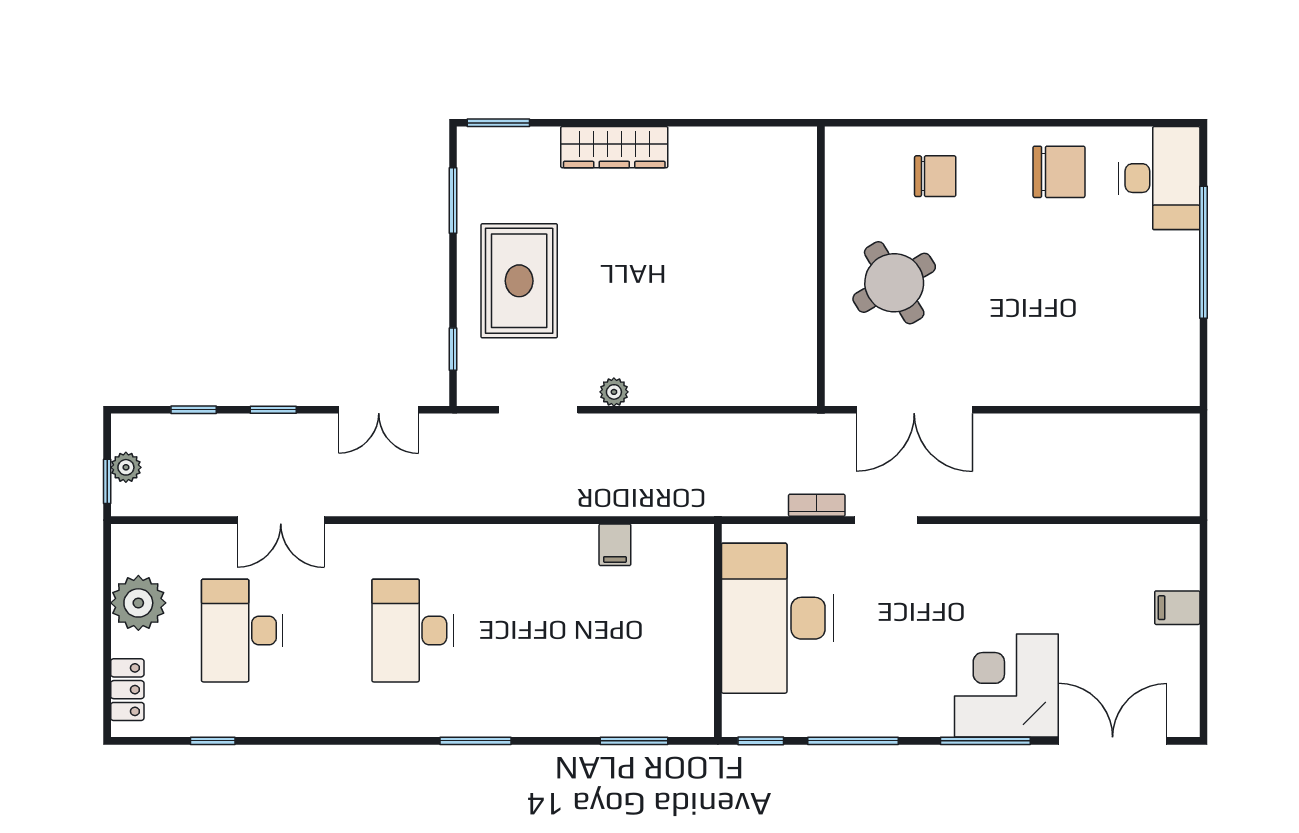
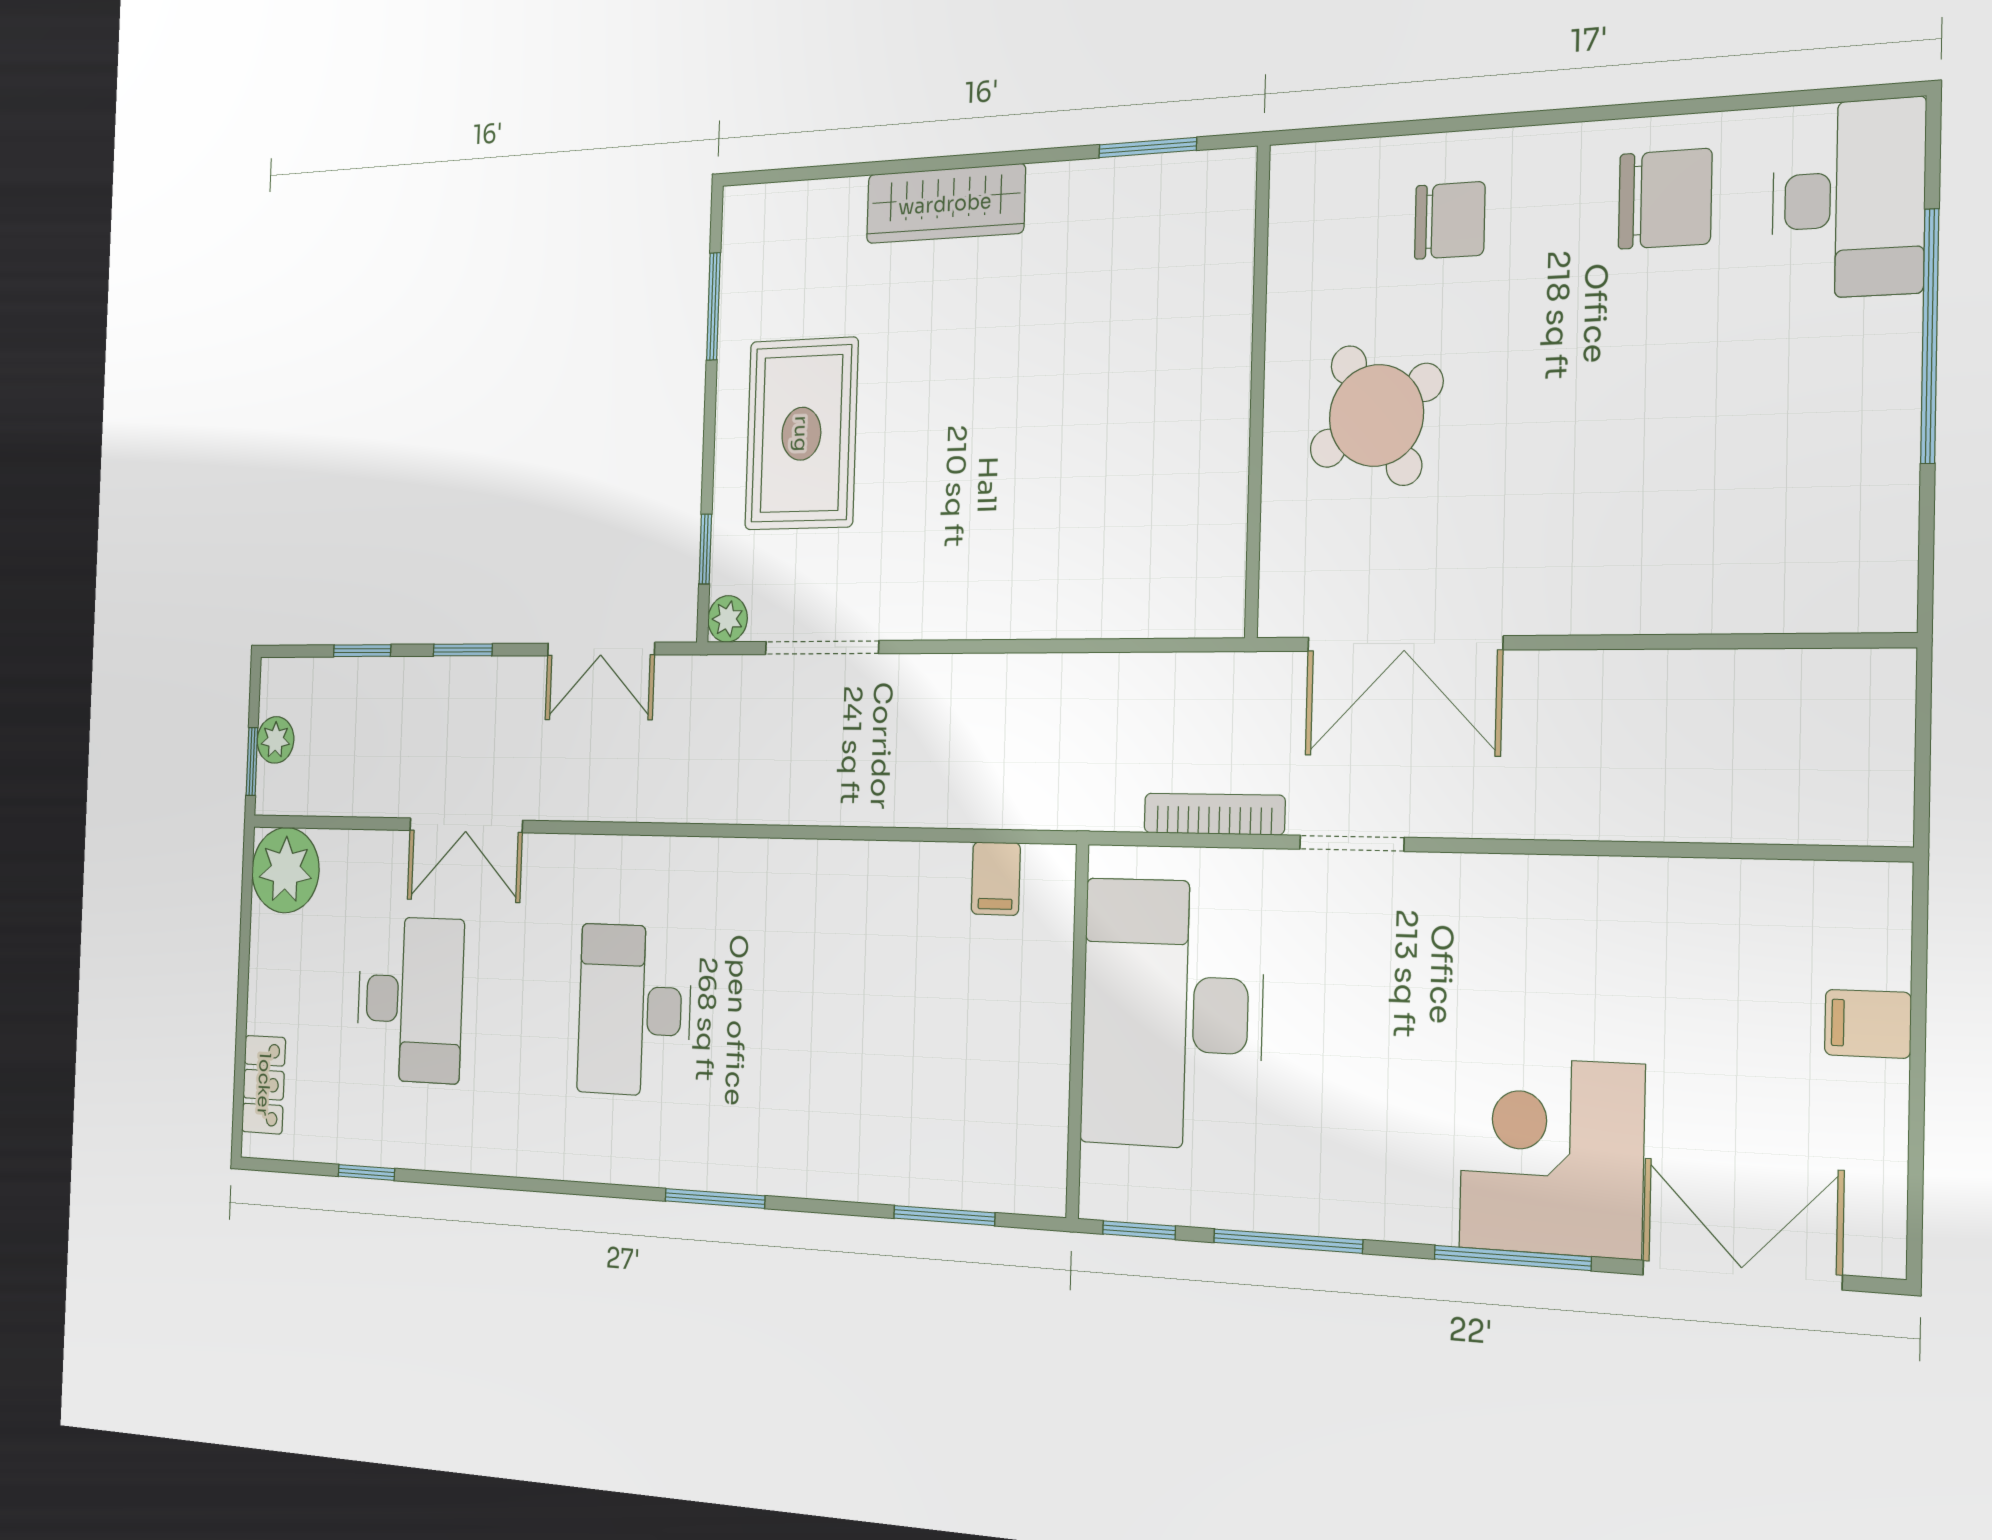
window: (498, 123) -> (1148, 148), moved
plant: (614, 392) -> (728, 619), moved
bookcase: (817, 505) -> (1214, 814), width x1.56
filing cabinet: (615, 545) -> (996, 879), moved
plant: (138, 603) -> (285, 870), moved
desk: (242, 631) -> (410, 999), turned 180

